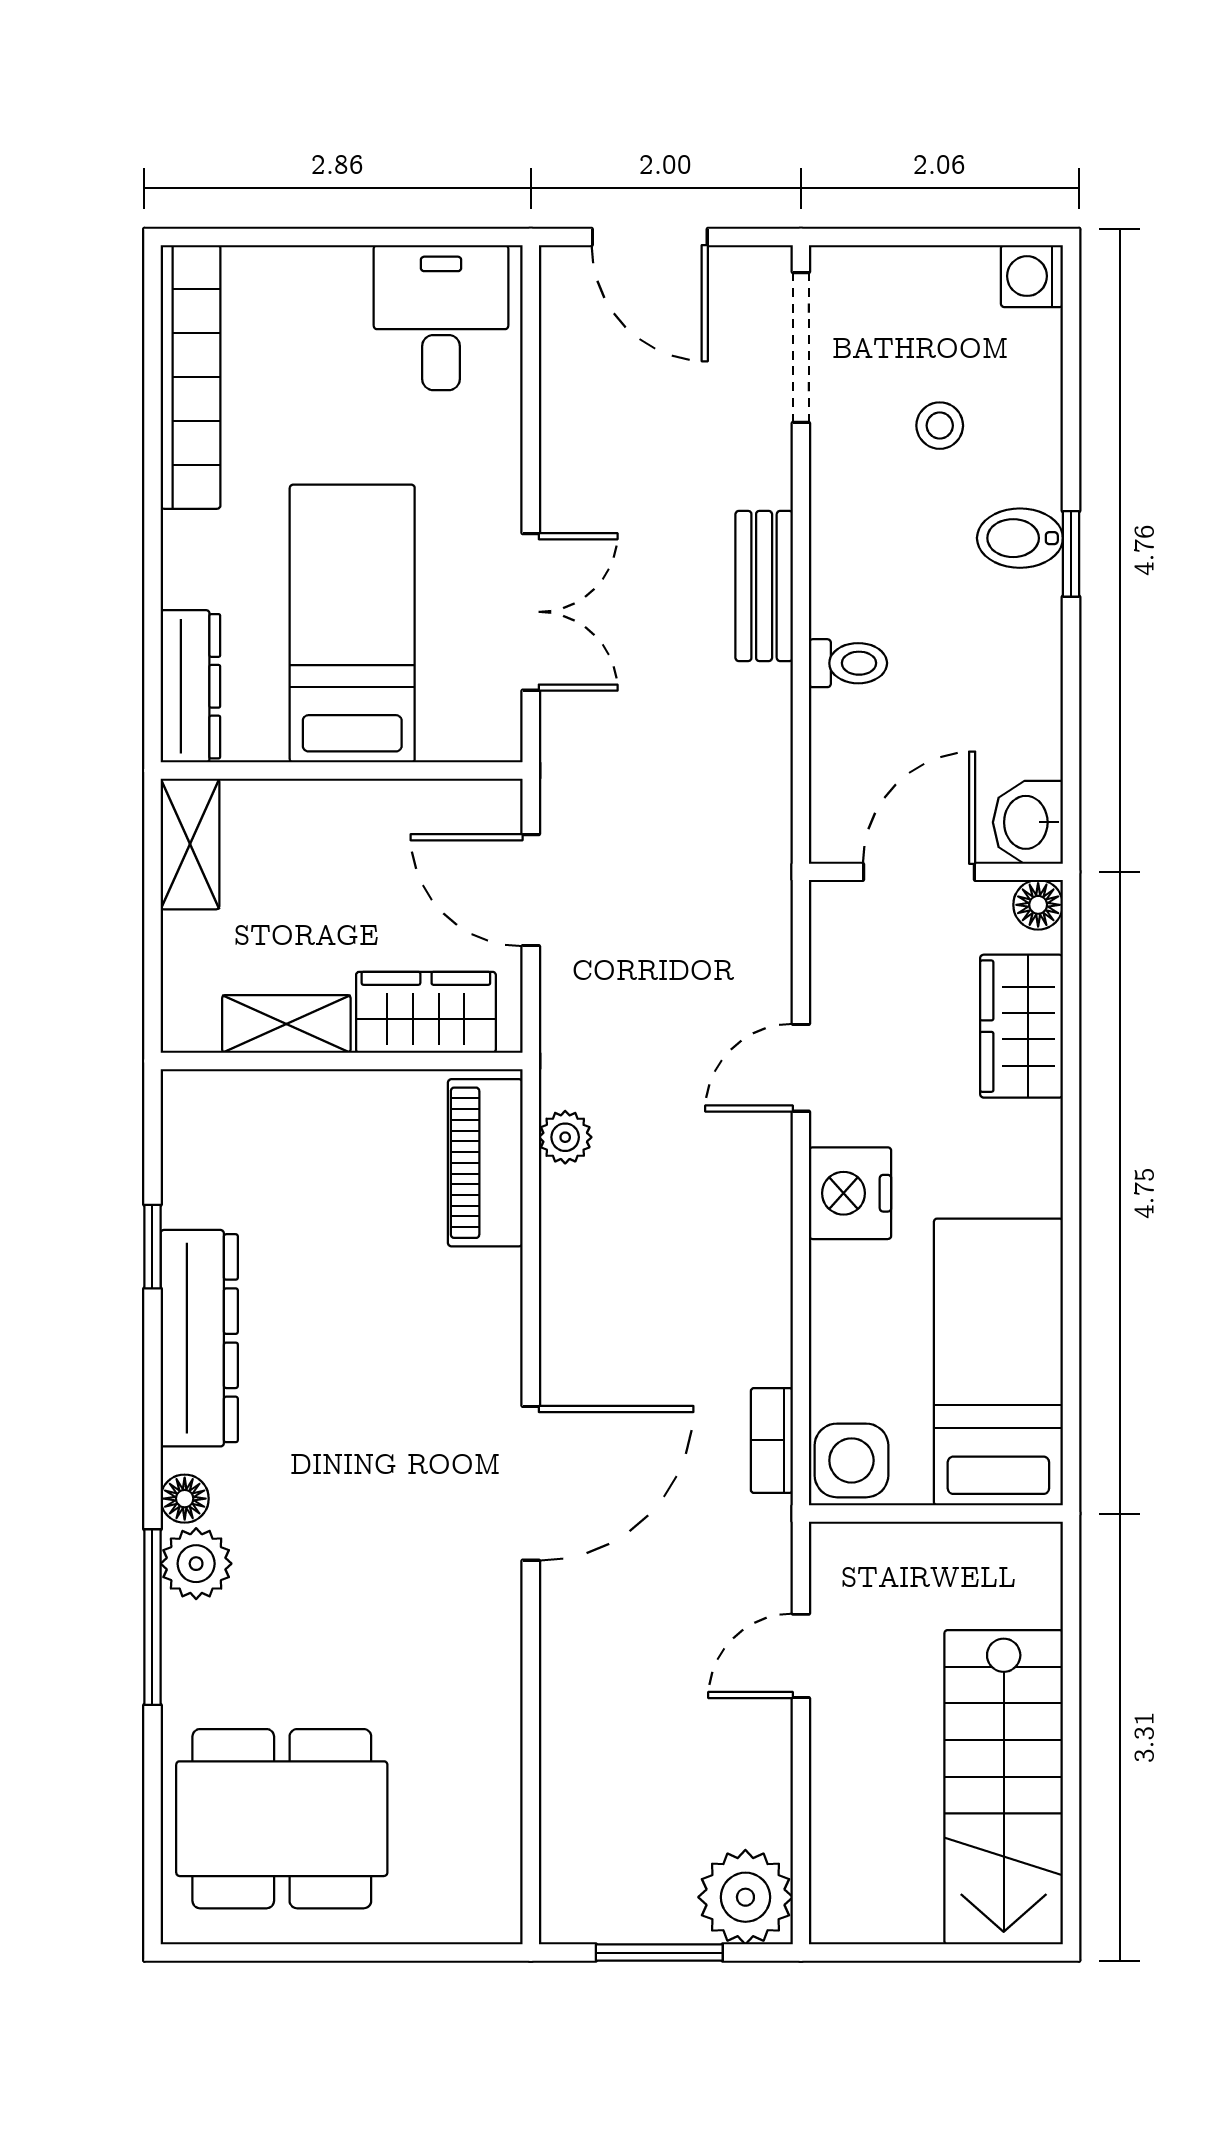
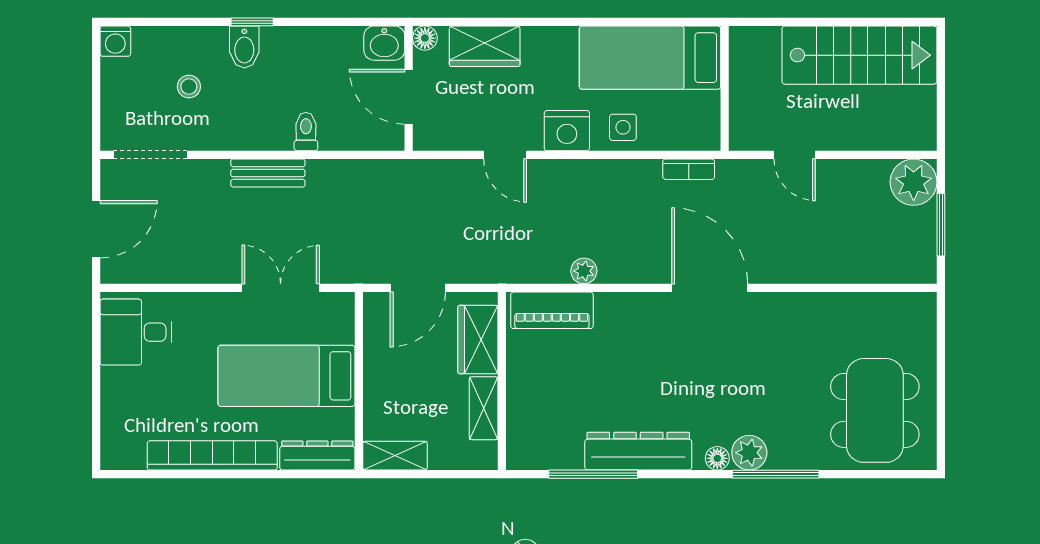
bookcase: (191, 377) -> (212, 455), moved
plant: (565, 1137) -> (584, 271), moved
window: (152, 1247) -> (593, 474), width x2.17
side table: (851, 1460) -> (623, 127), moved, width x0.73, depth x0.73

